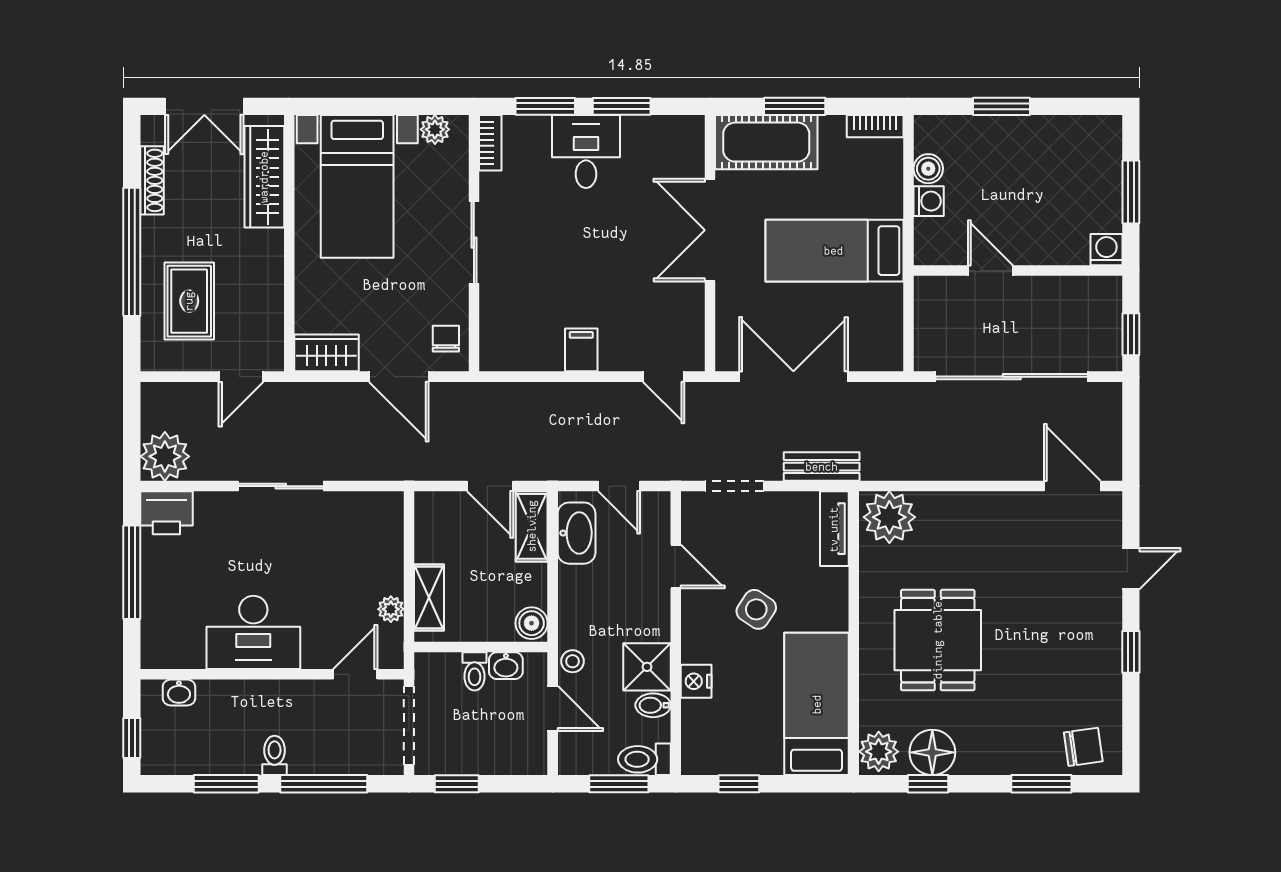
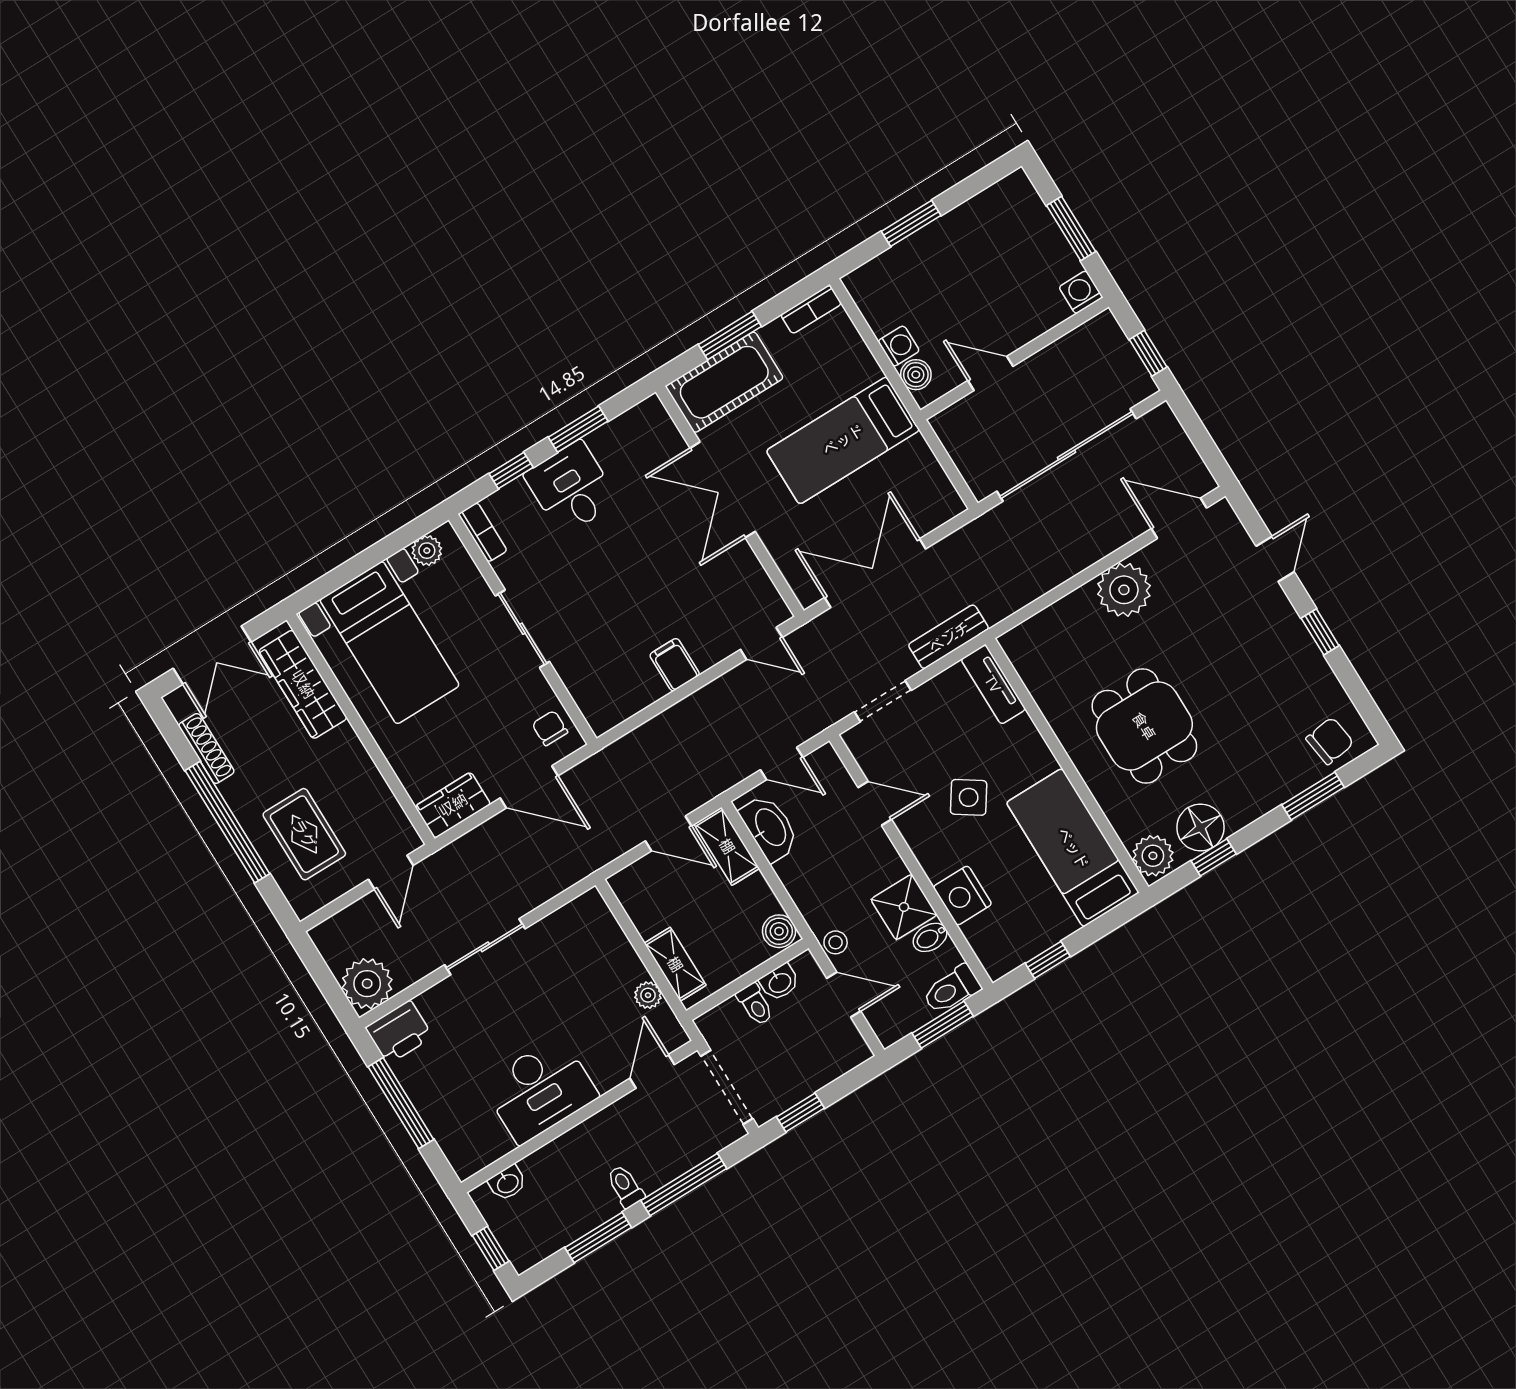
window: (545, 106) -> (511, 471), width x0.67
boiler: (928, 169) -> (916, 375), moved
plant: (889, 517) -> (1124, 590), moved
nightstand: (696, 681) -> (962, 896), width x1.36, depth x1.33

